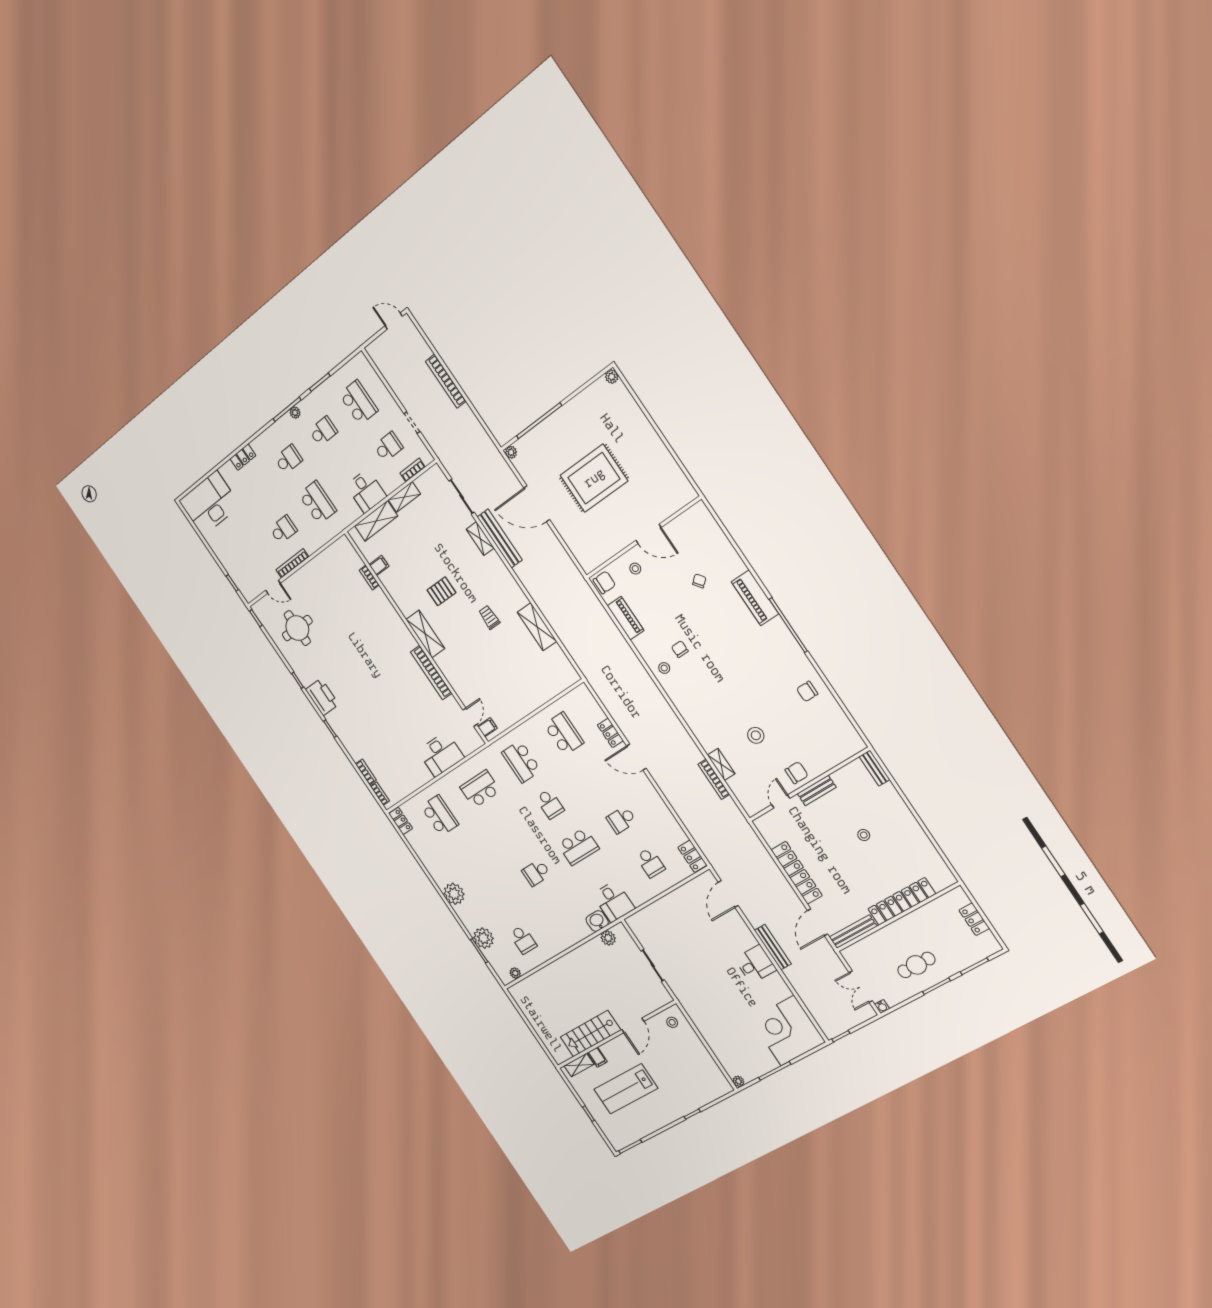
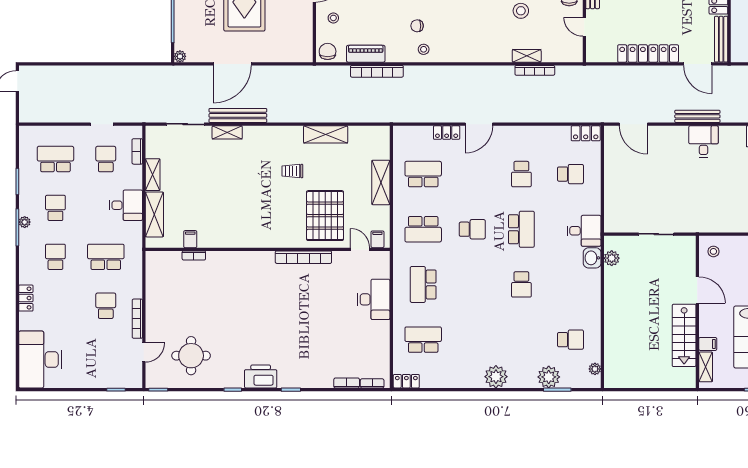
bookcase: (446, 381) -> (377, 71), moved
pallet: (441, 591) -> (325, 216), moved, width x2.05, depth x2.00
shelving: (425, 634) -> (381, 182), moved, turned 90

